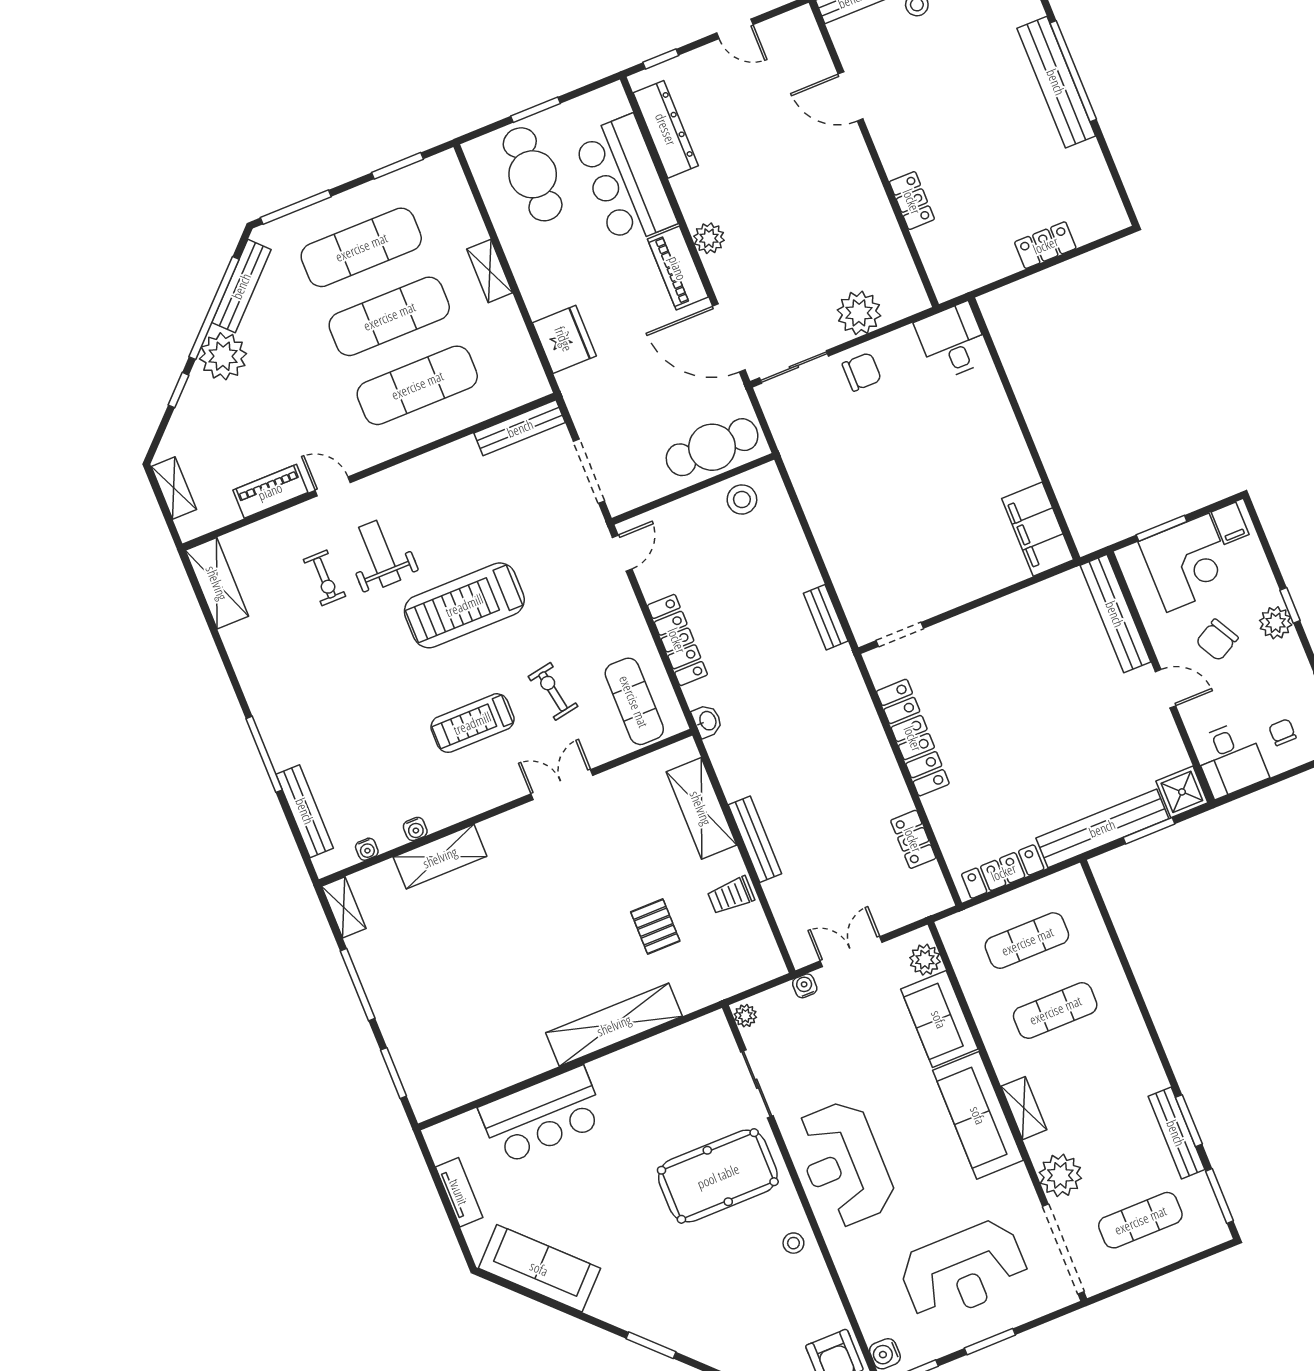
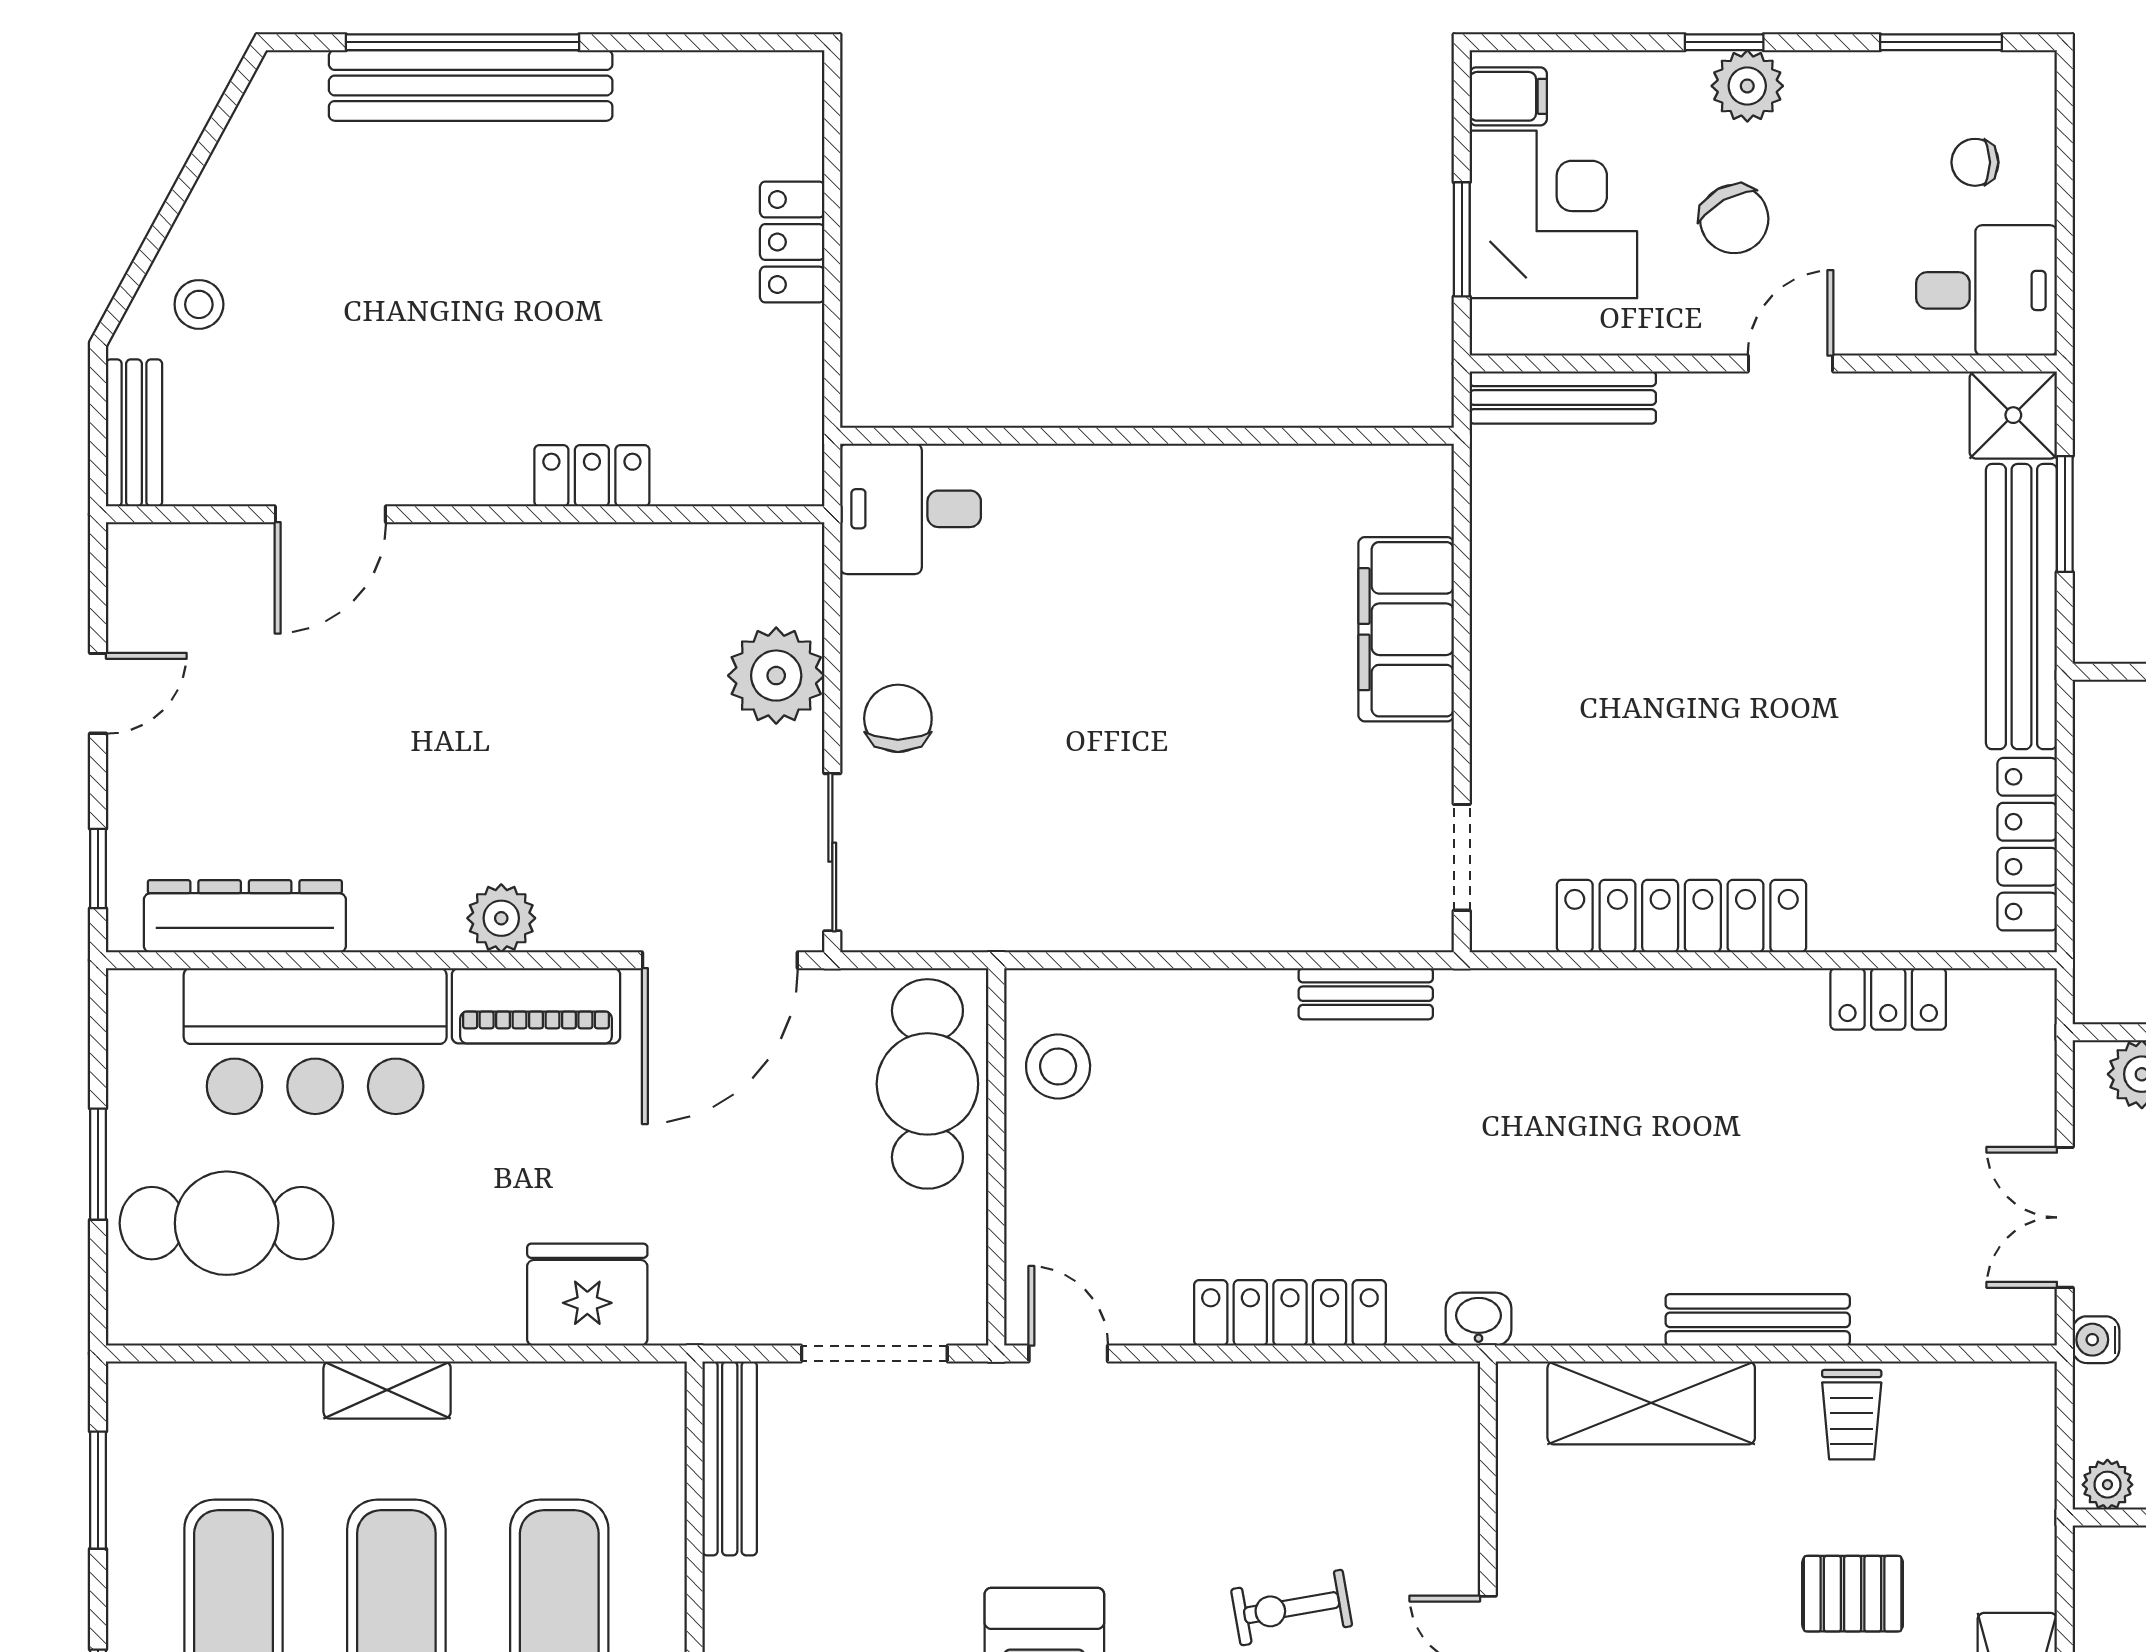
filing cabinet: (1038, 529) -> (1406, 629), moved, turned 90
bench: (1115, 614) -> (1563, 398), width x0.73, depth x0.82
exercise mat: (634, 701) -> (1379, 1451), removed

